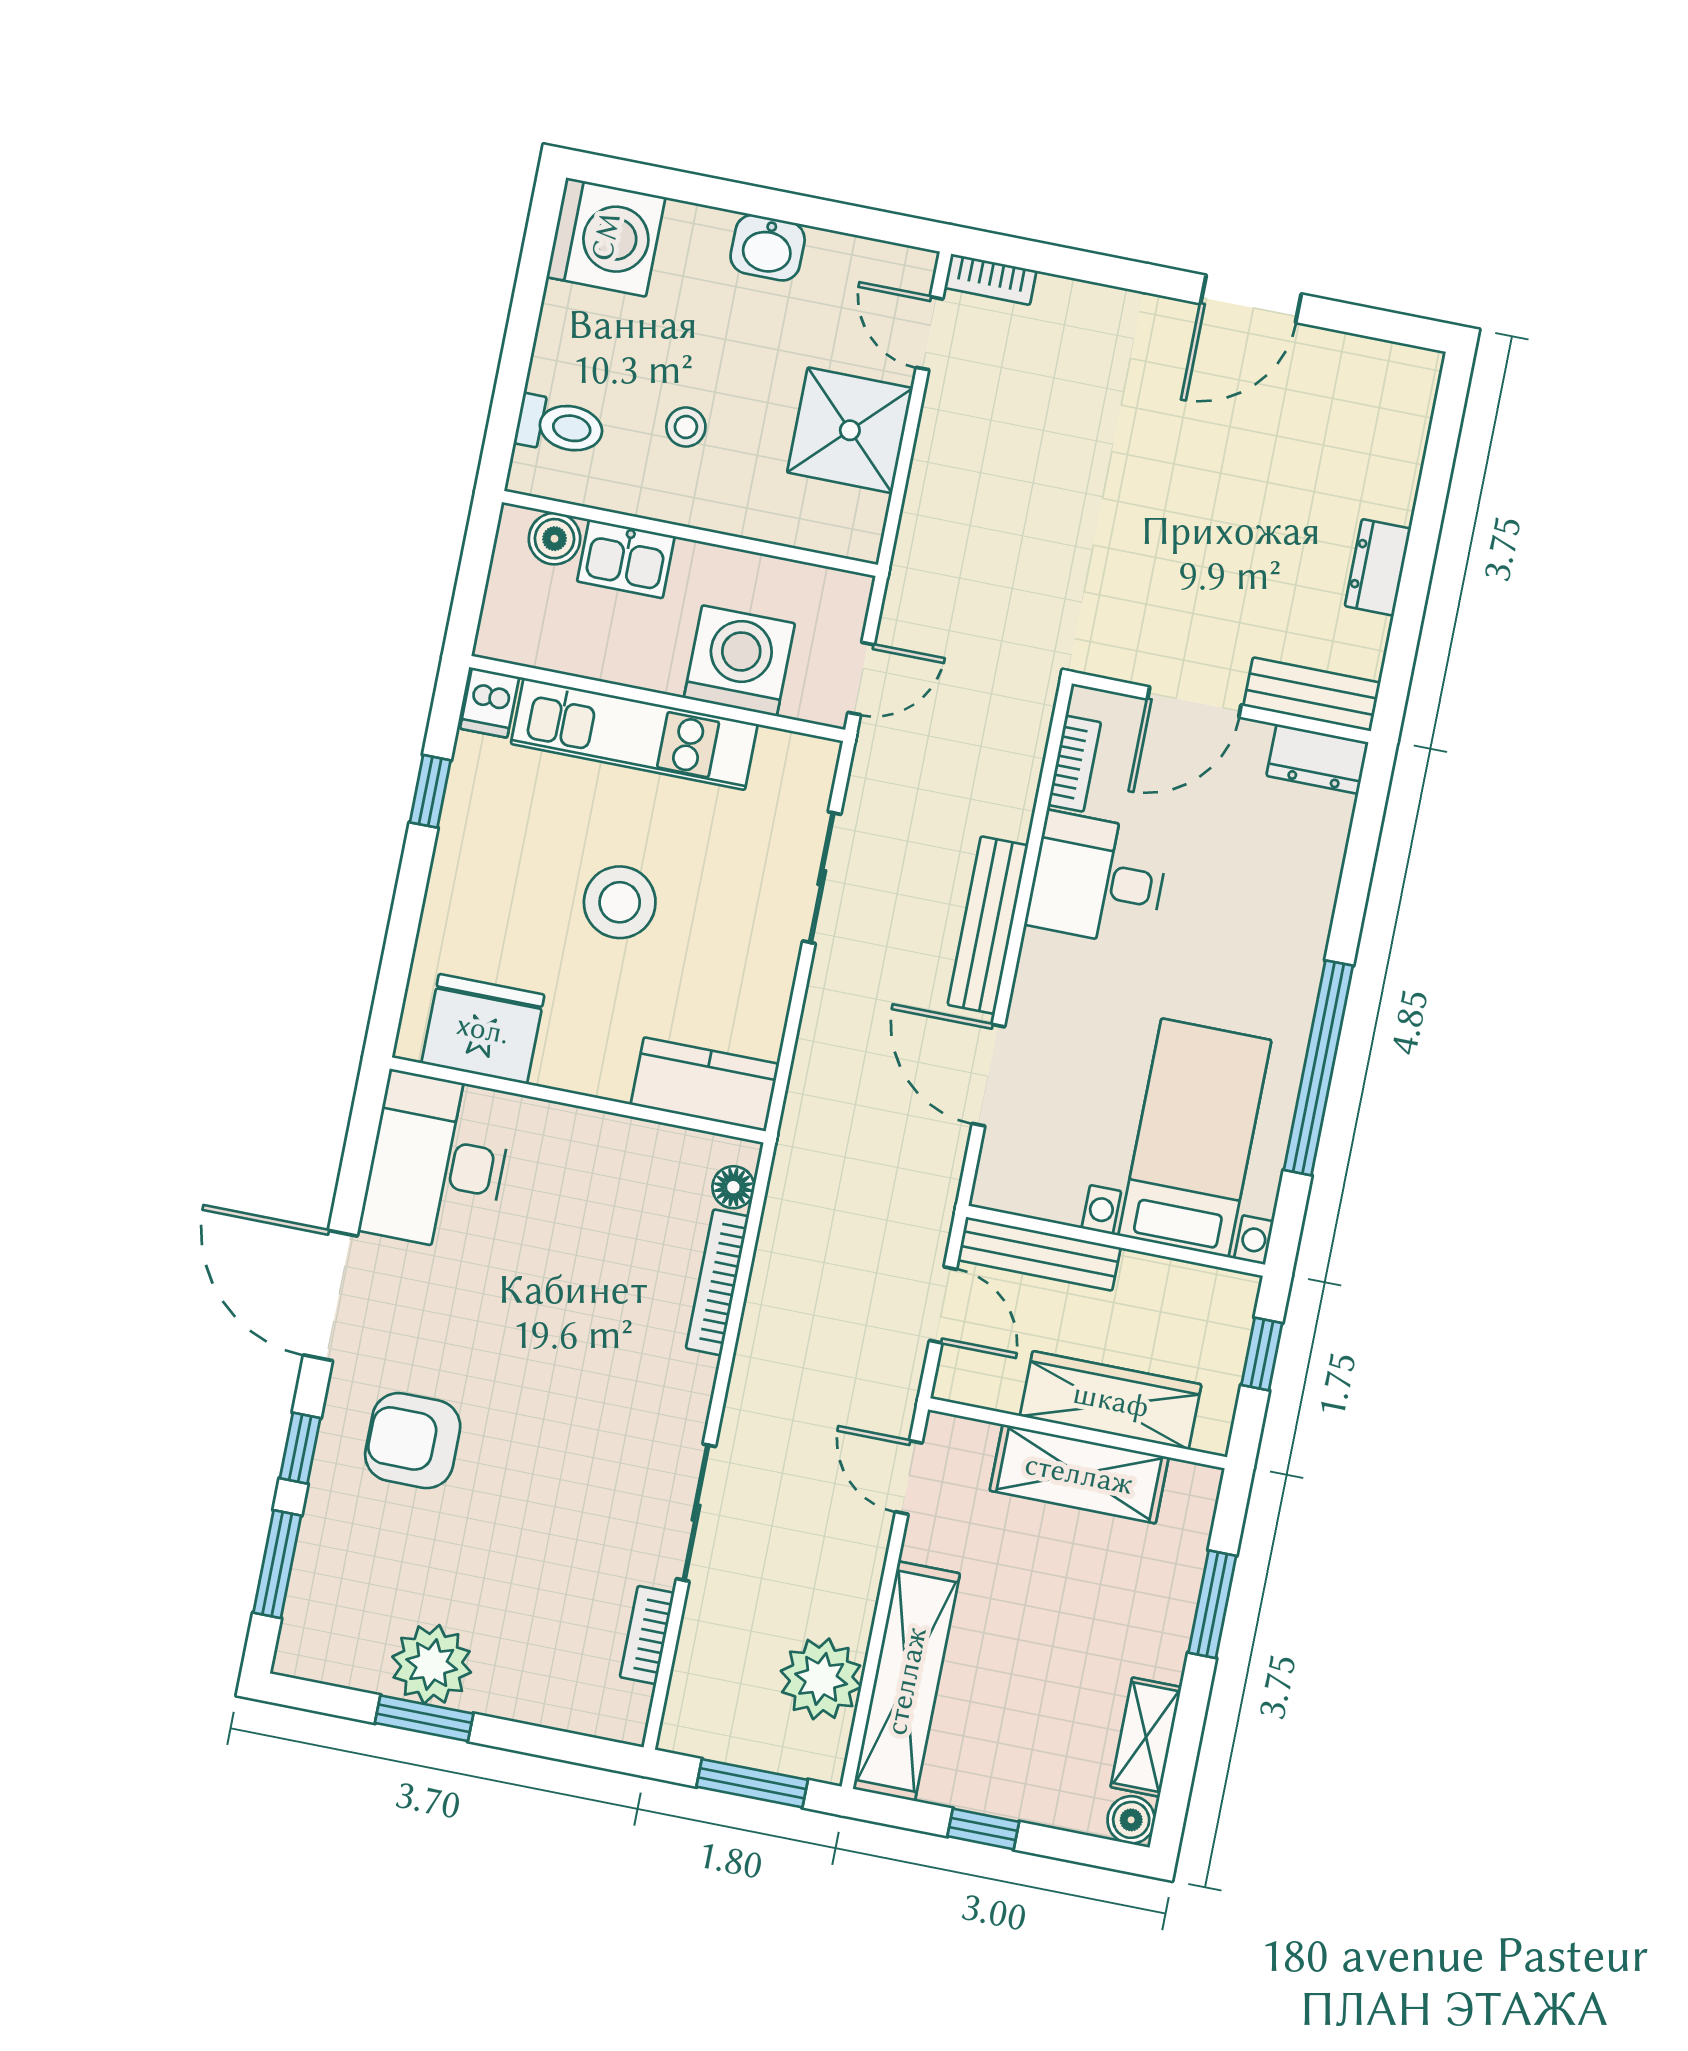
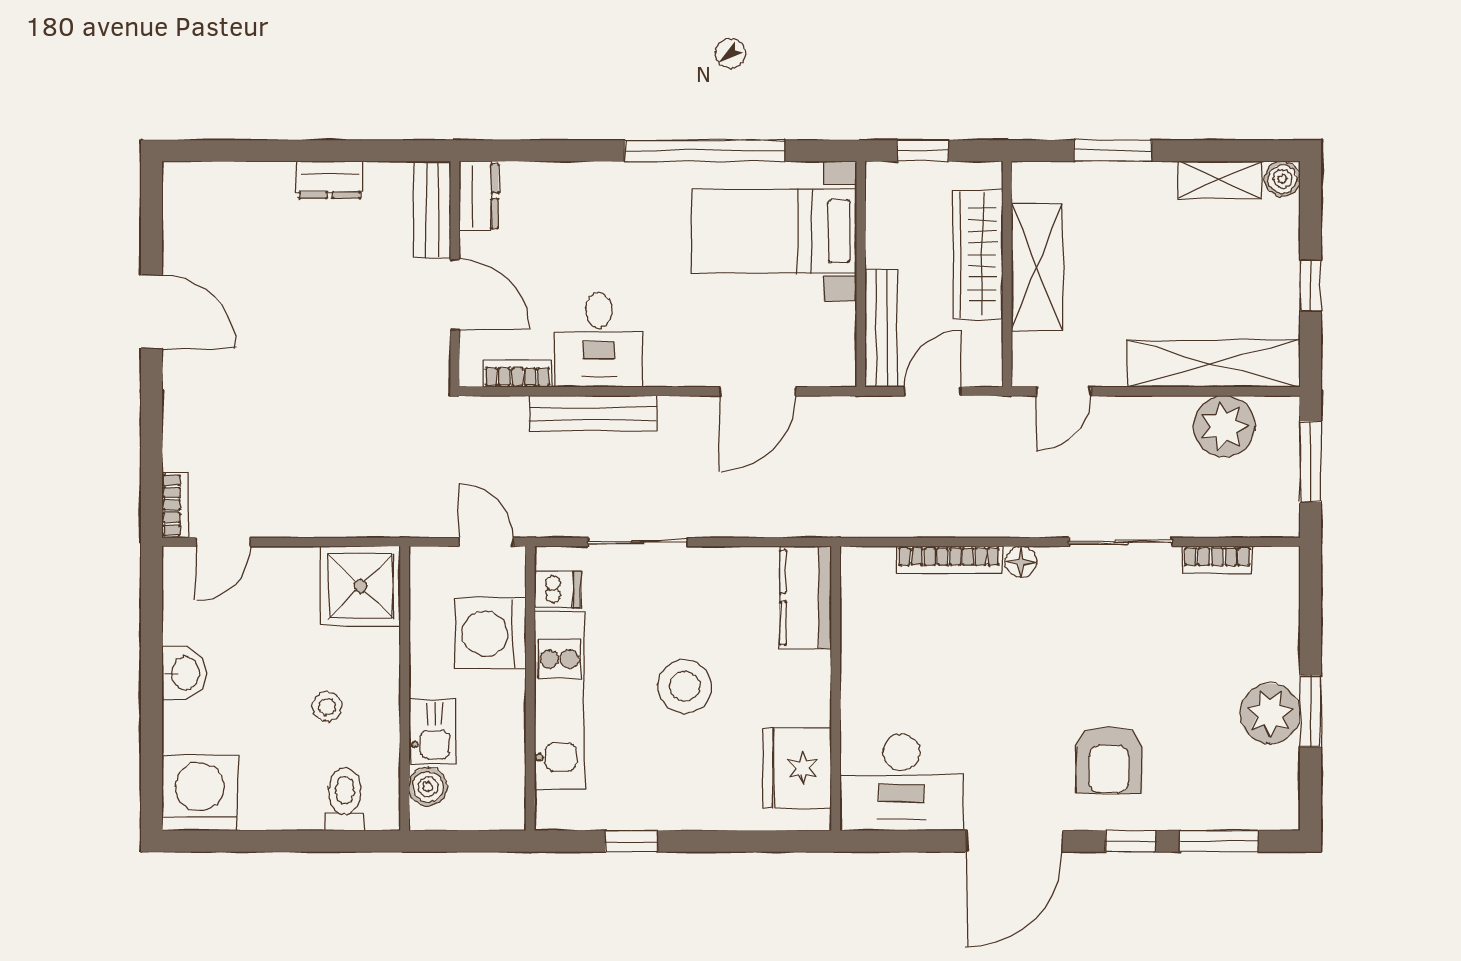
shower: (850, 430) -> (360, 586), moved
dishwasher: (490, 703) -> (558, 590), moved
bench: (988, 925) -> (593, 413), moved
floor lamp: (733, 1187) -> (1021, 562), moved

